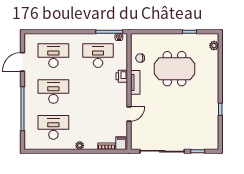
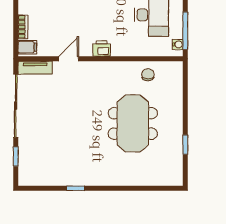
plant: (214, 46) -> (166, 179), removed
printer: (122, 76) -> (102, 49), moved
tv unit: (135, 82) -> (35, 68), moved
door: (129, 114) -> (69, 59), swing flipped

